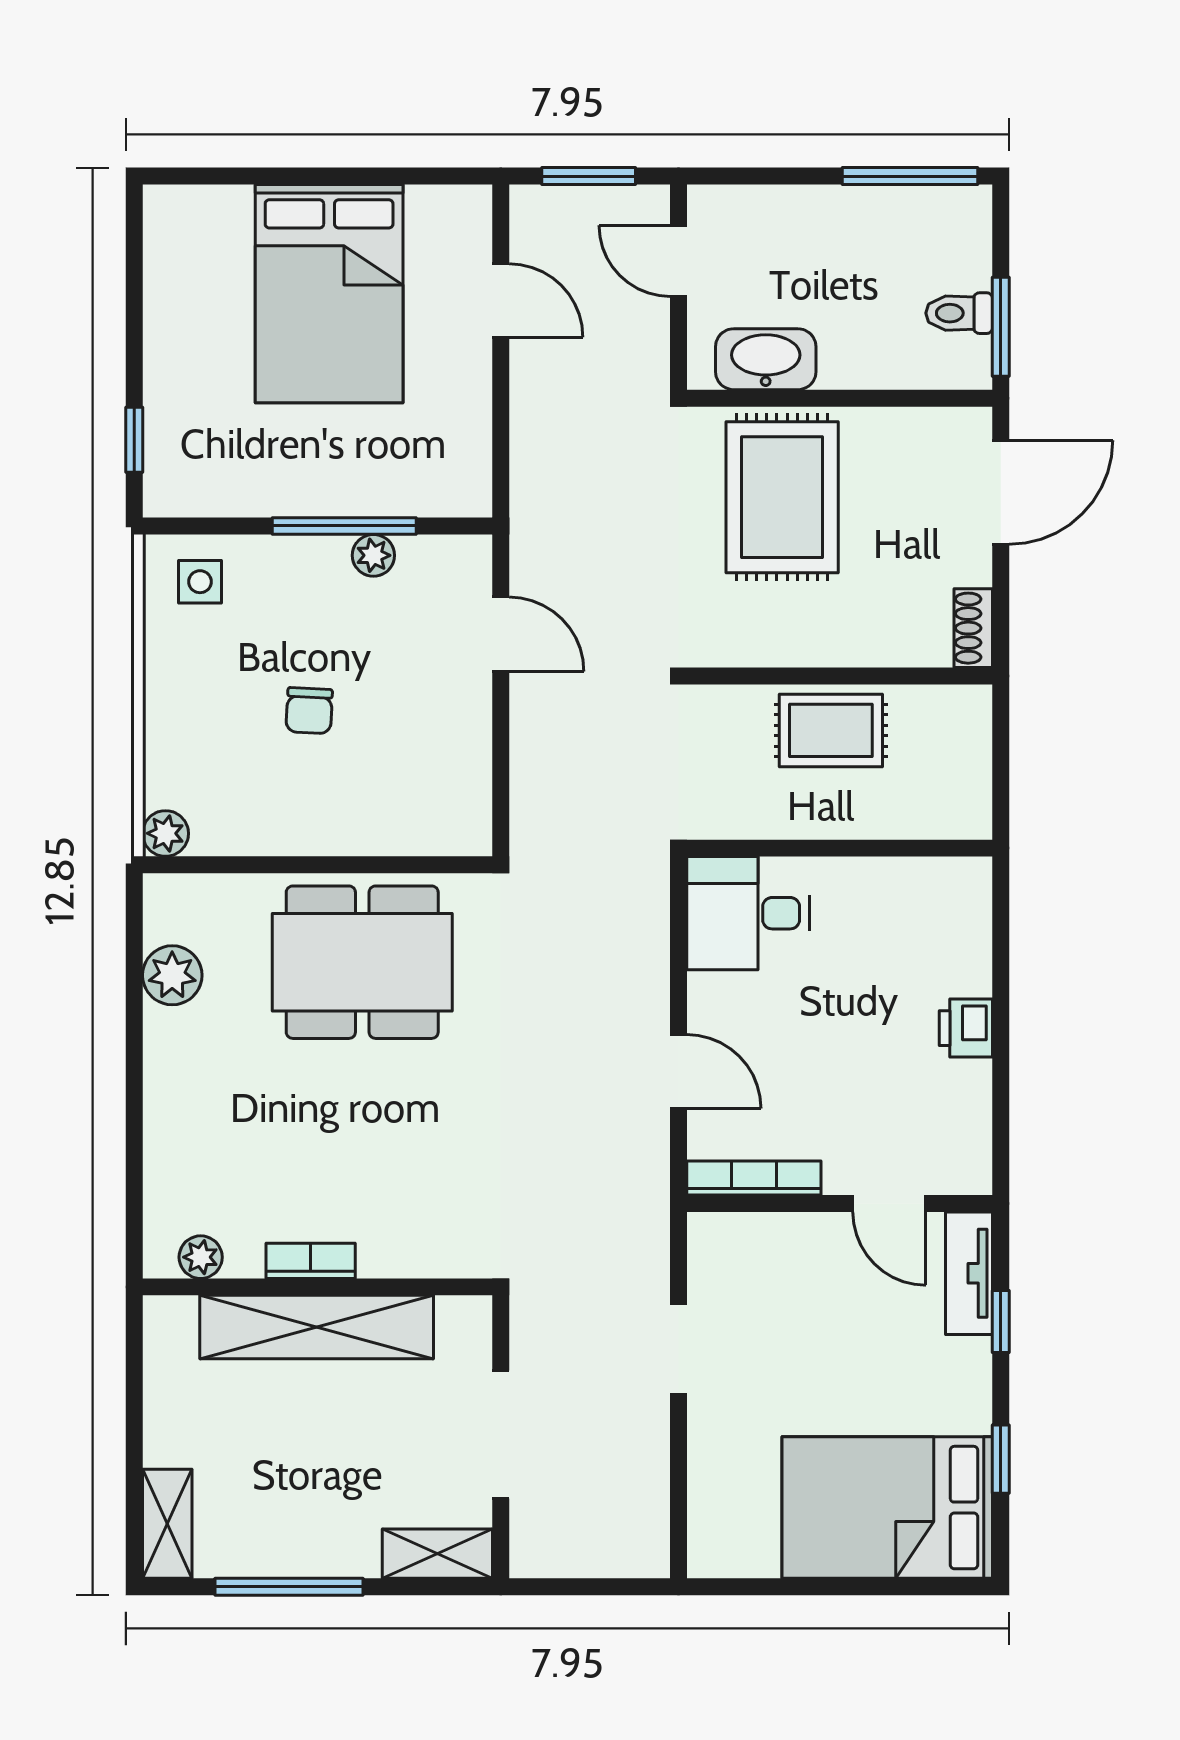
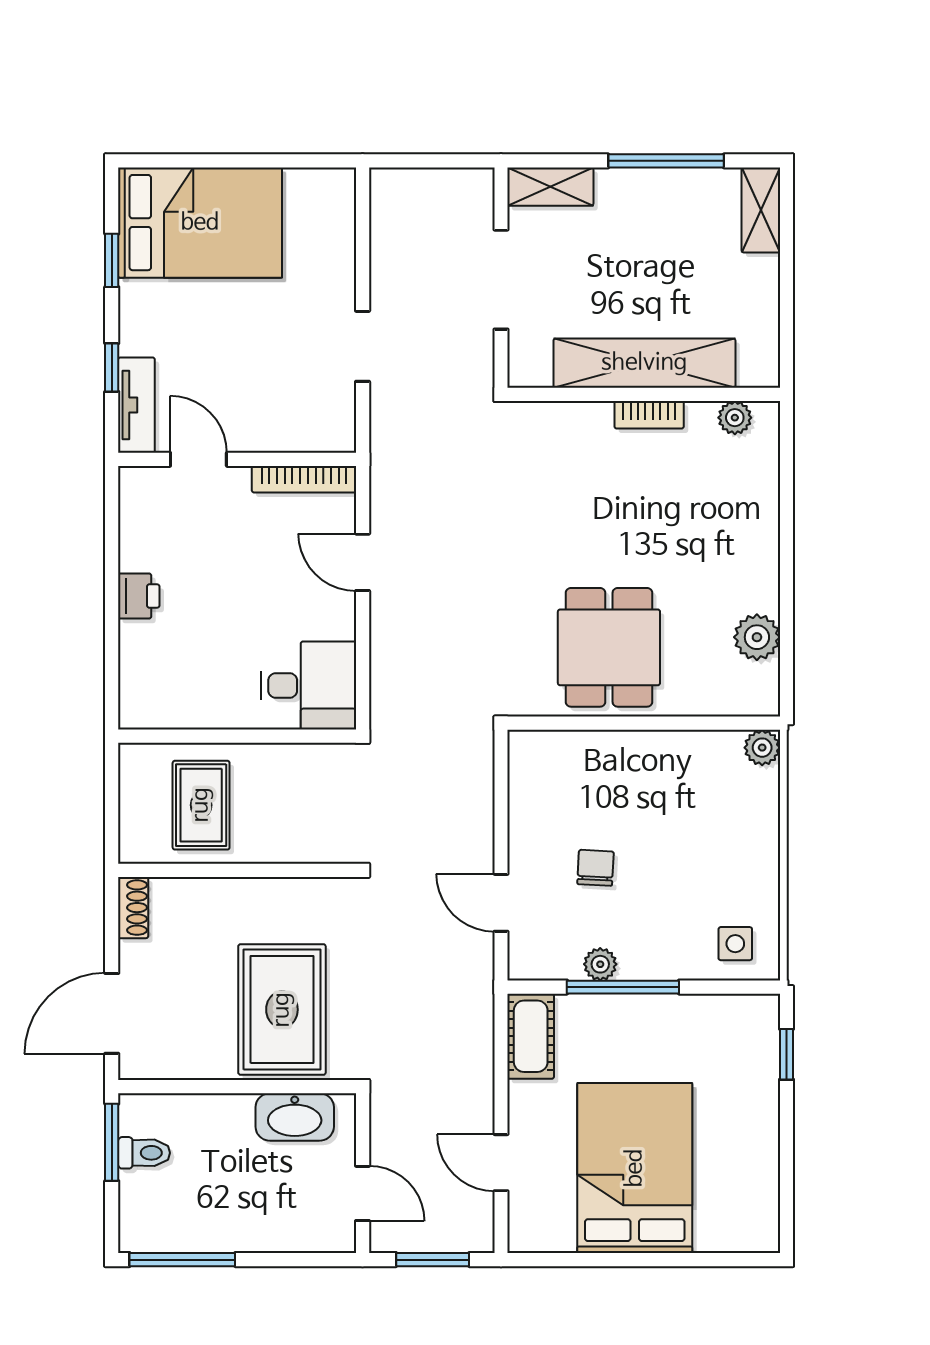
cot: (463, 463) -> (531, 1036), added
chair: (309, 711) -> (595, 868), moved
rug: (831, 730) -> (201, 805), moved, turned 90
dining table: (362, 962) -> (609, 647), width x0.73

